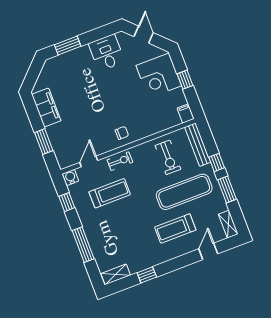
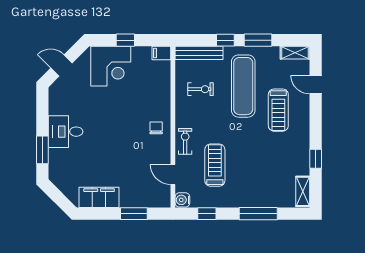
desk: (107, 53) -> (66, 132), moved
exercise bike: (168, 157) -> (200, 89), width x0.73, depth x0.72

